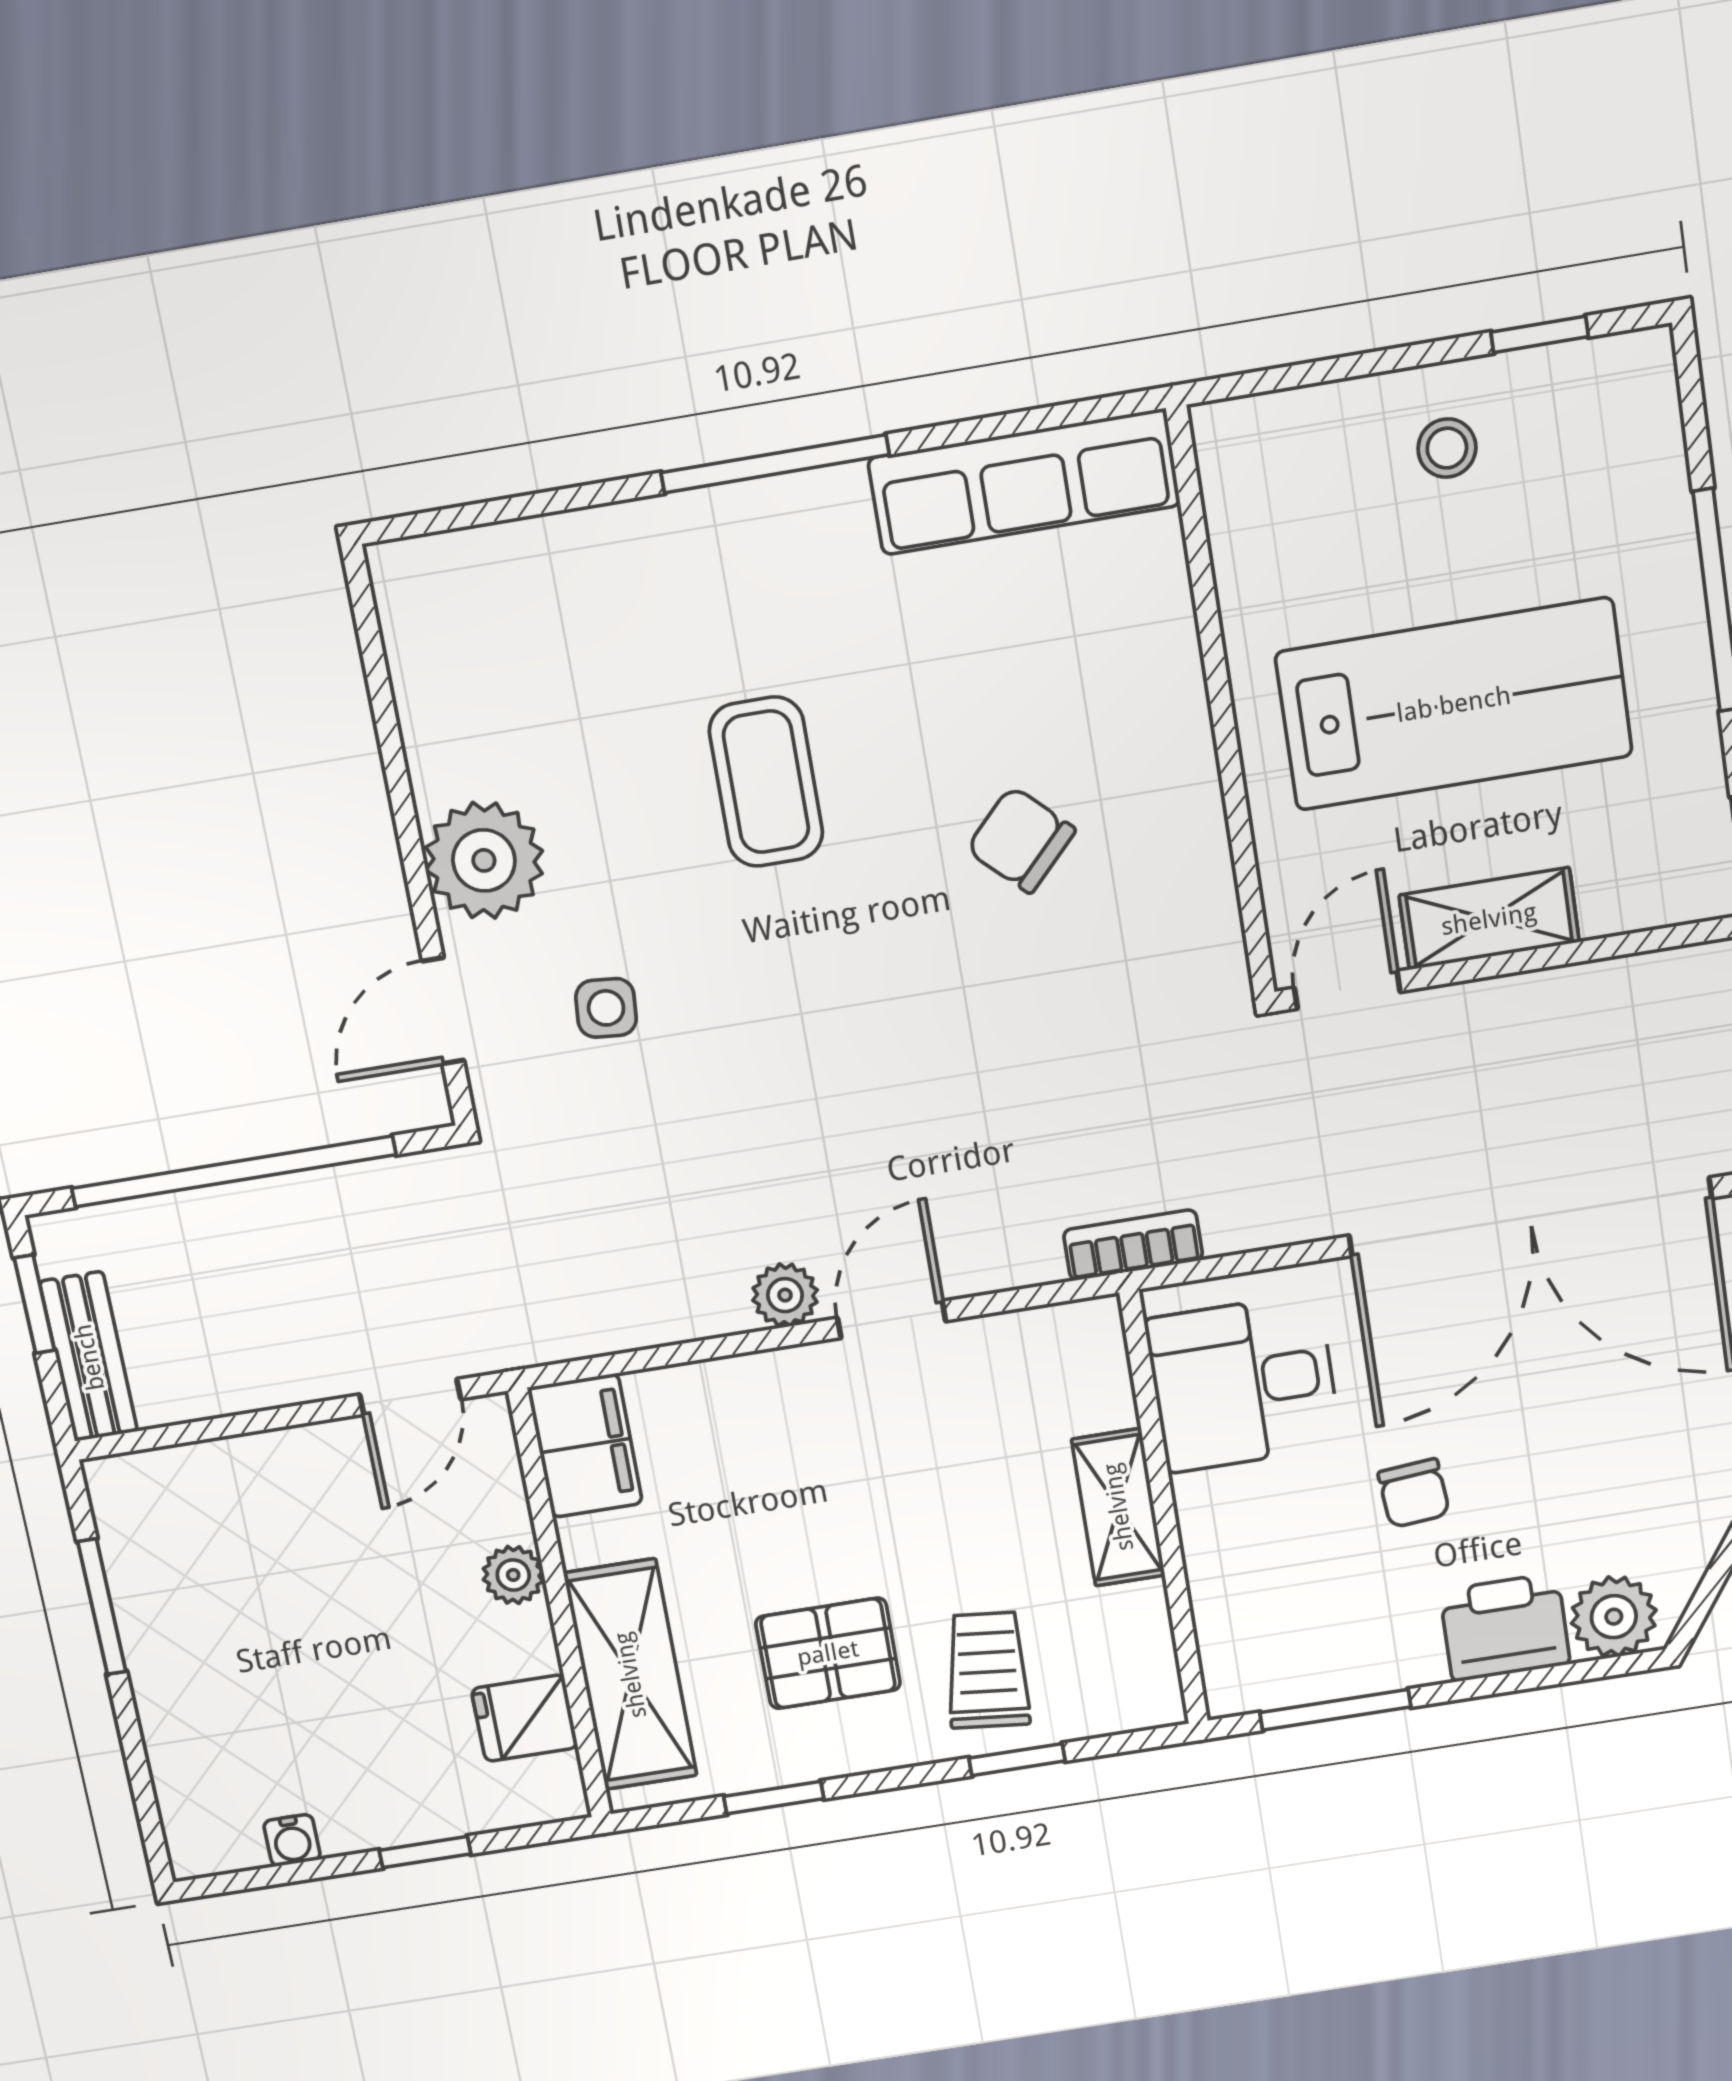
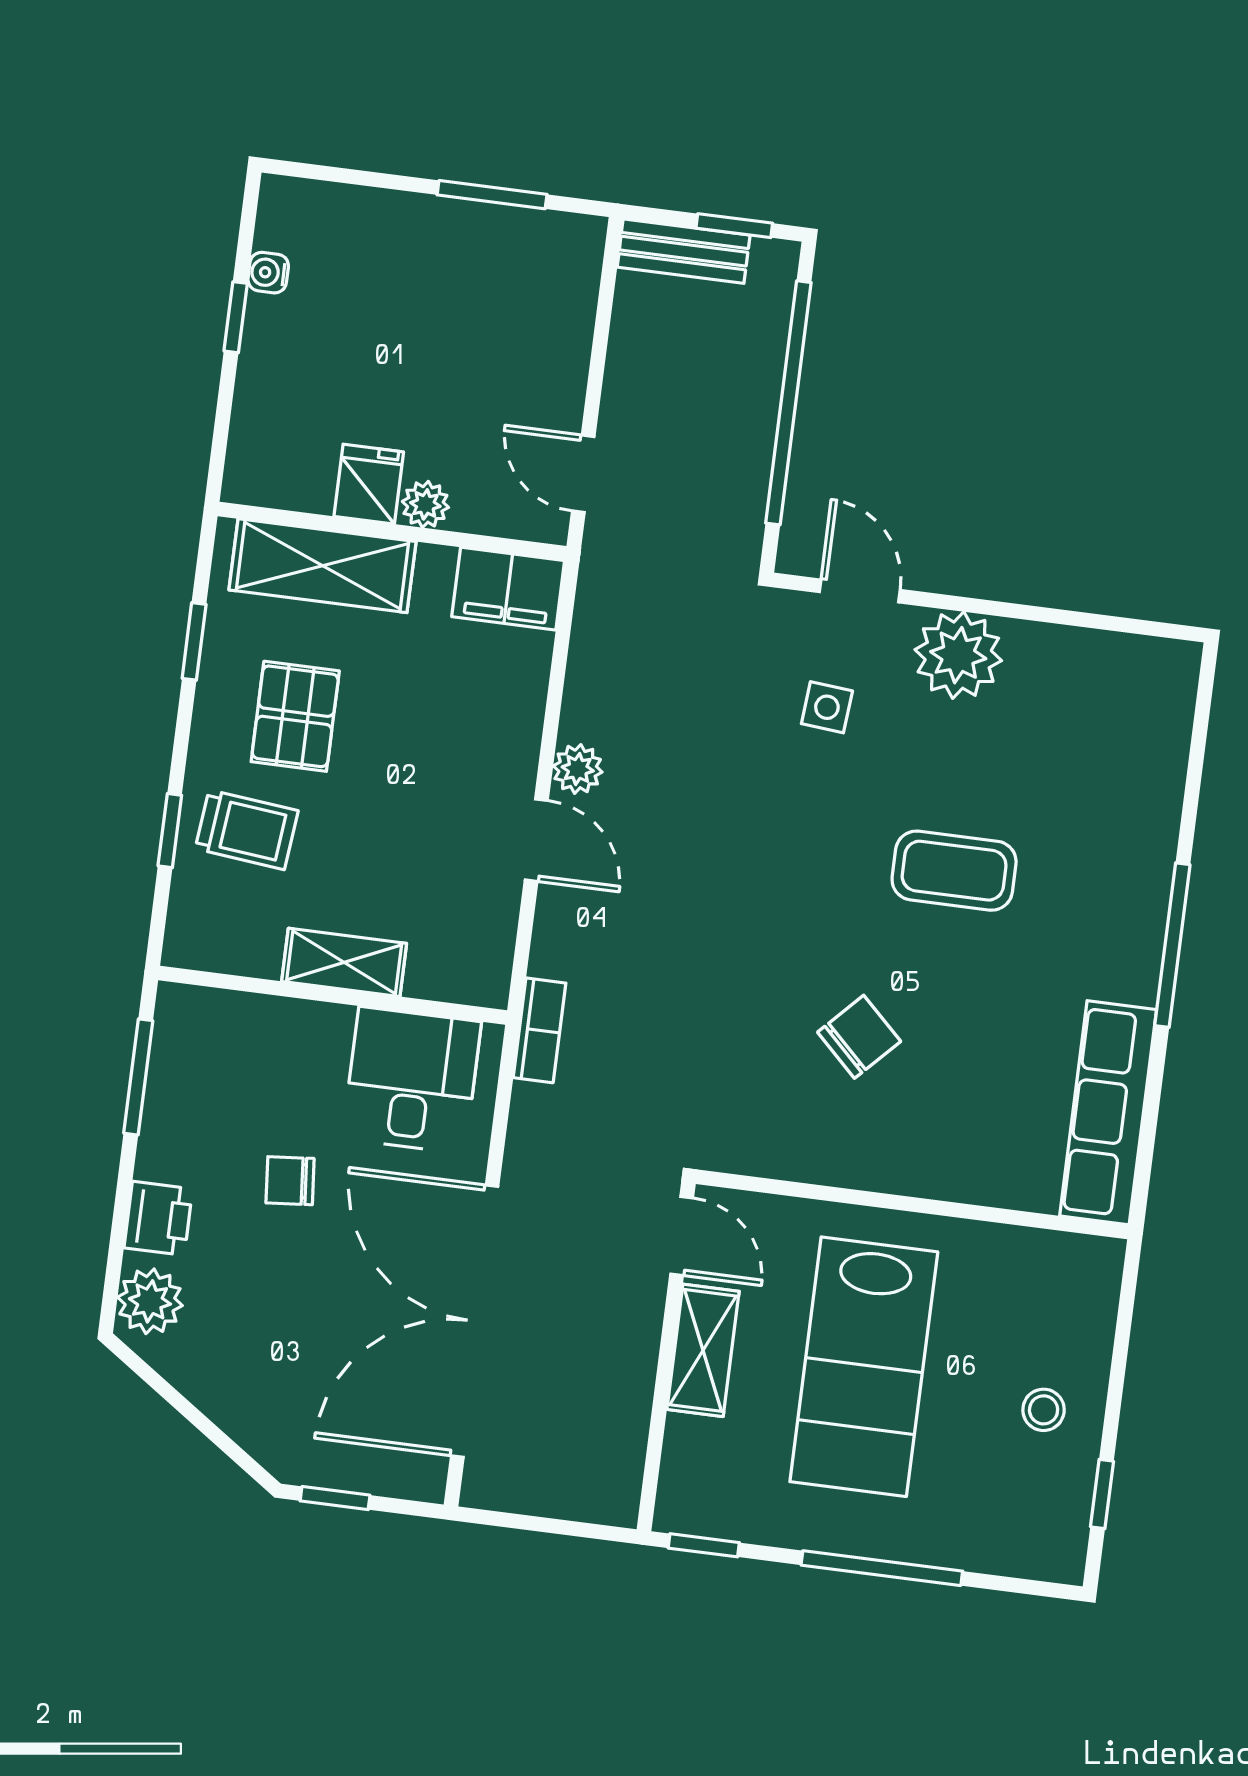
printer: (1505, 1627) -> (158, 1218), width x0.73, depth x0.81
fridge: (525, 1718) -> (369, 484), moved
window: (425, 1852) -> (236, 317), moved

